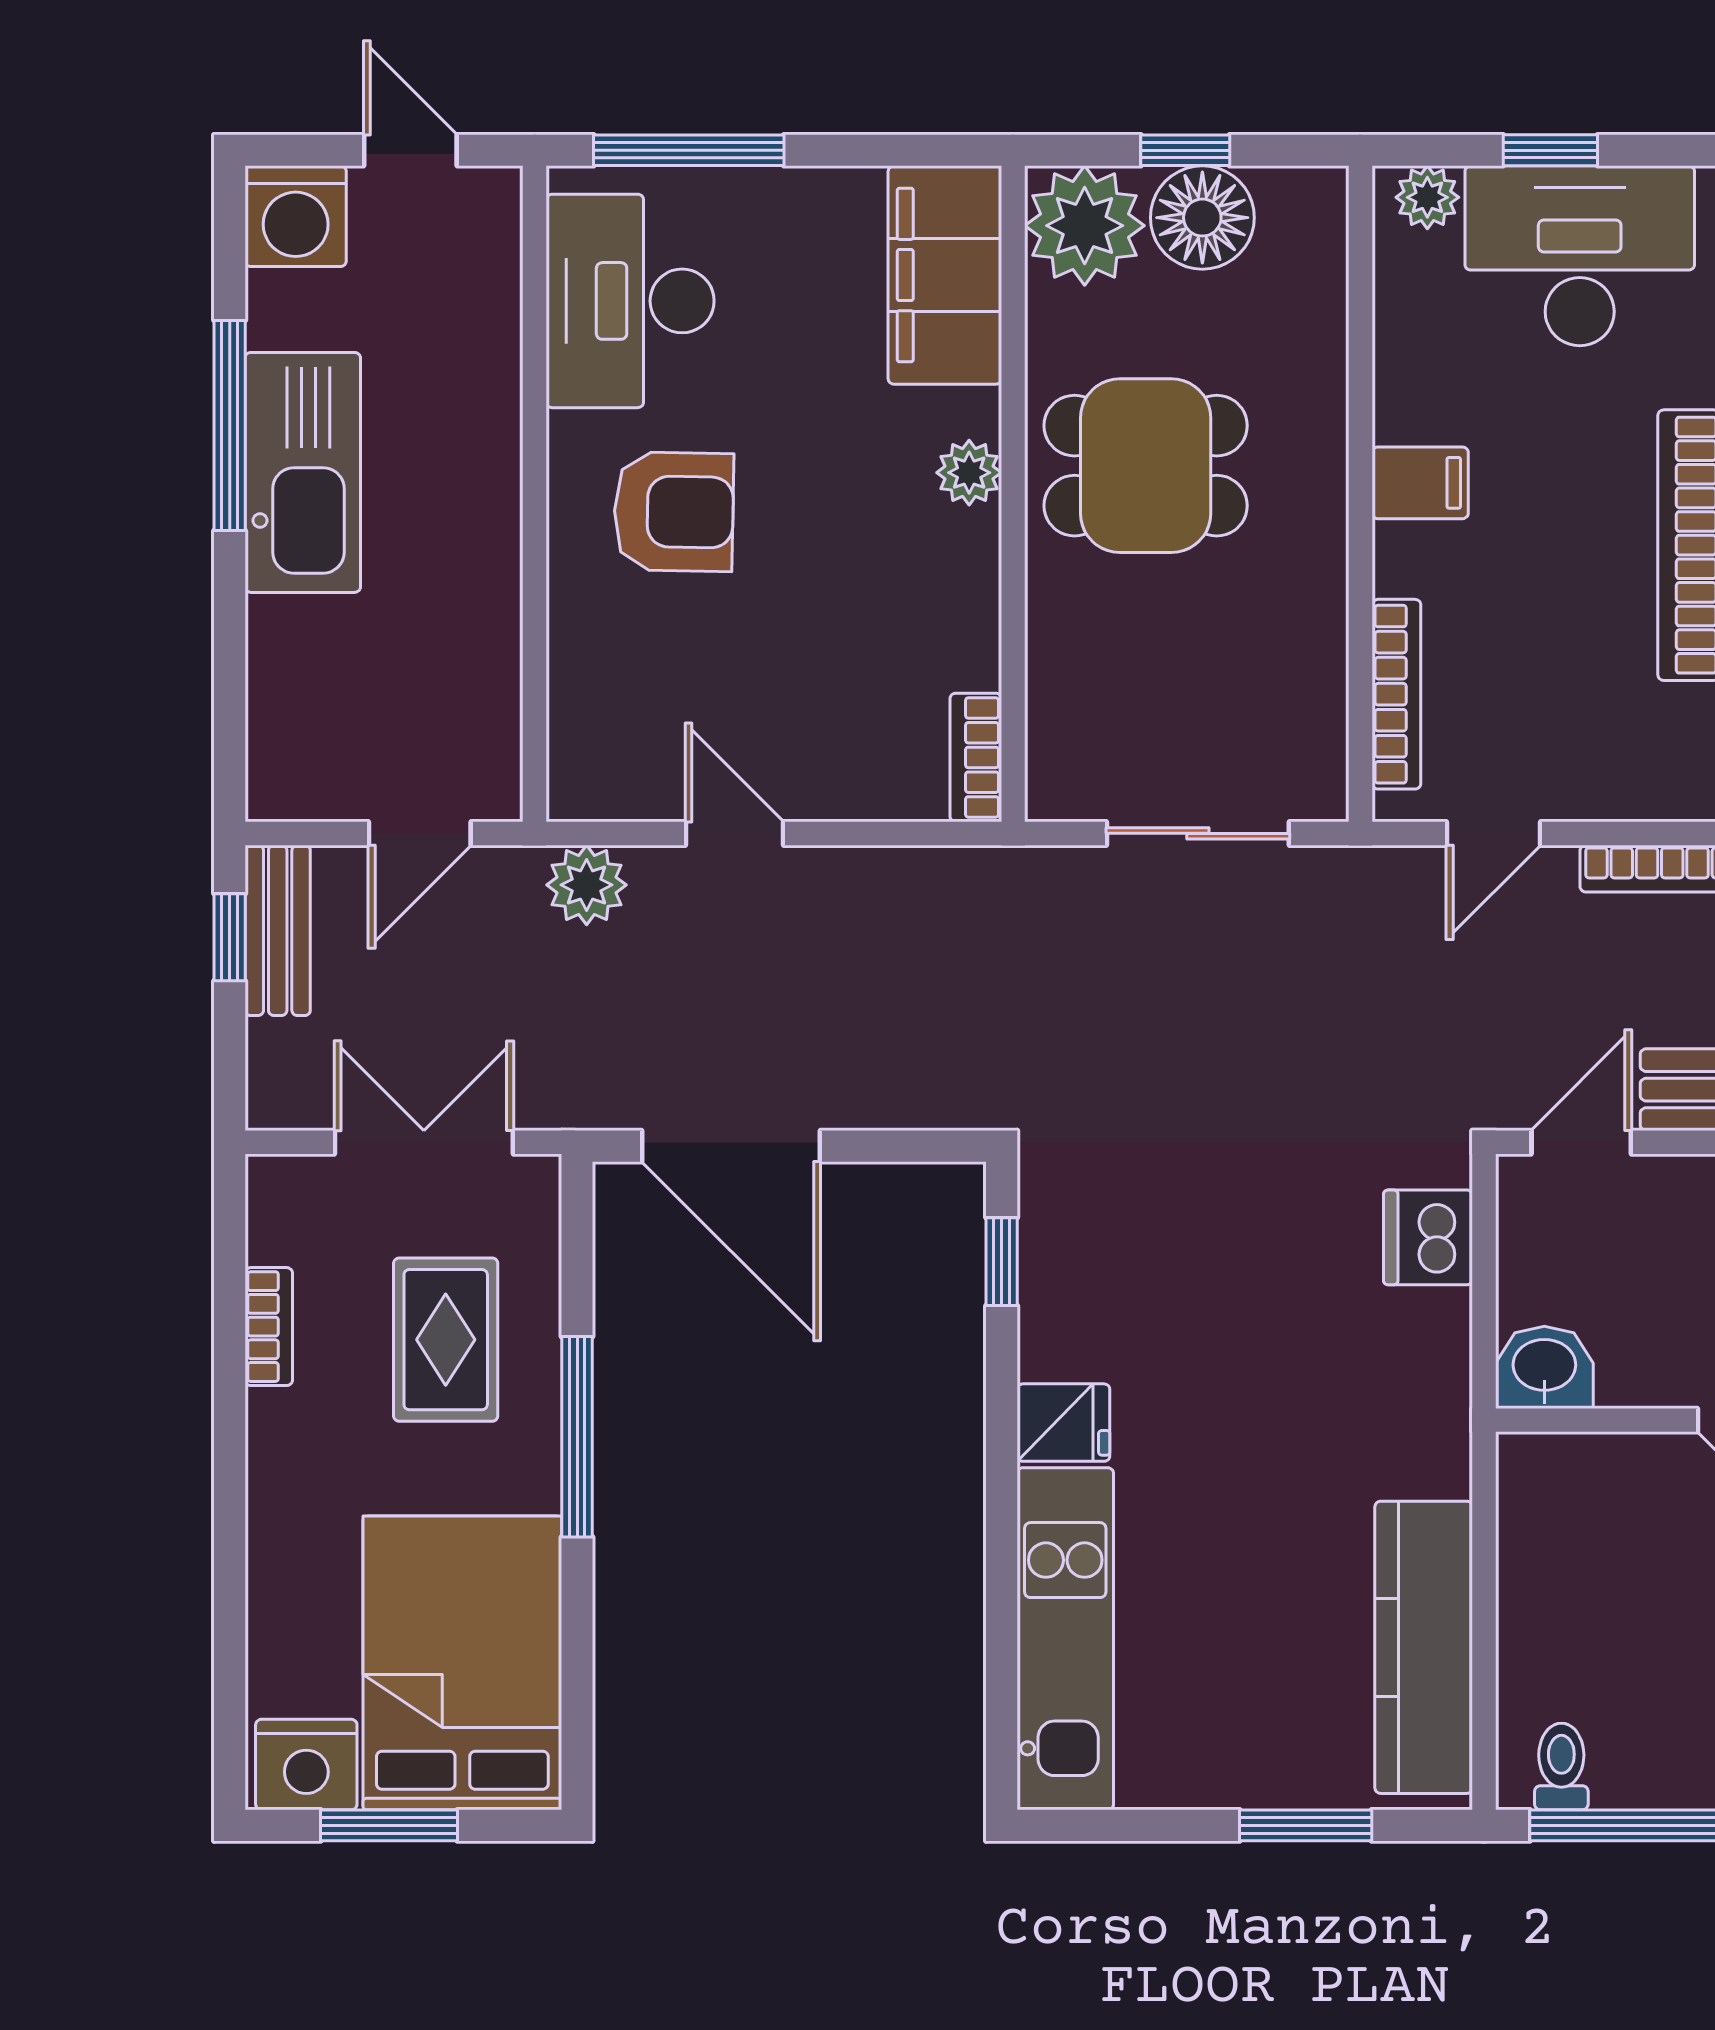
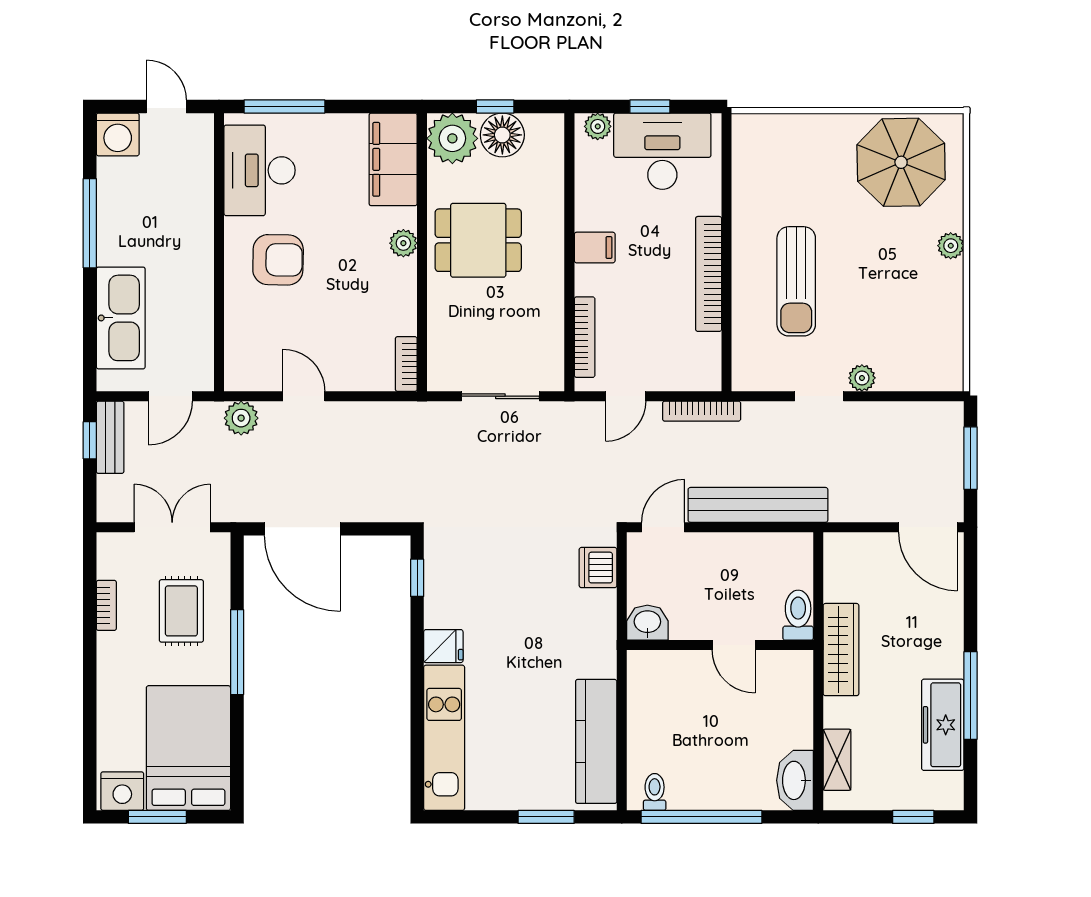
kitchen sink: (303, 472) -> (121, 318), moved

